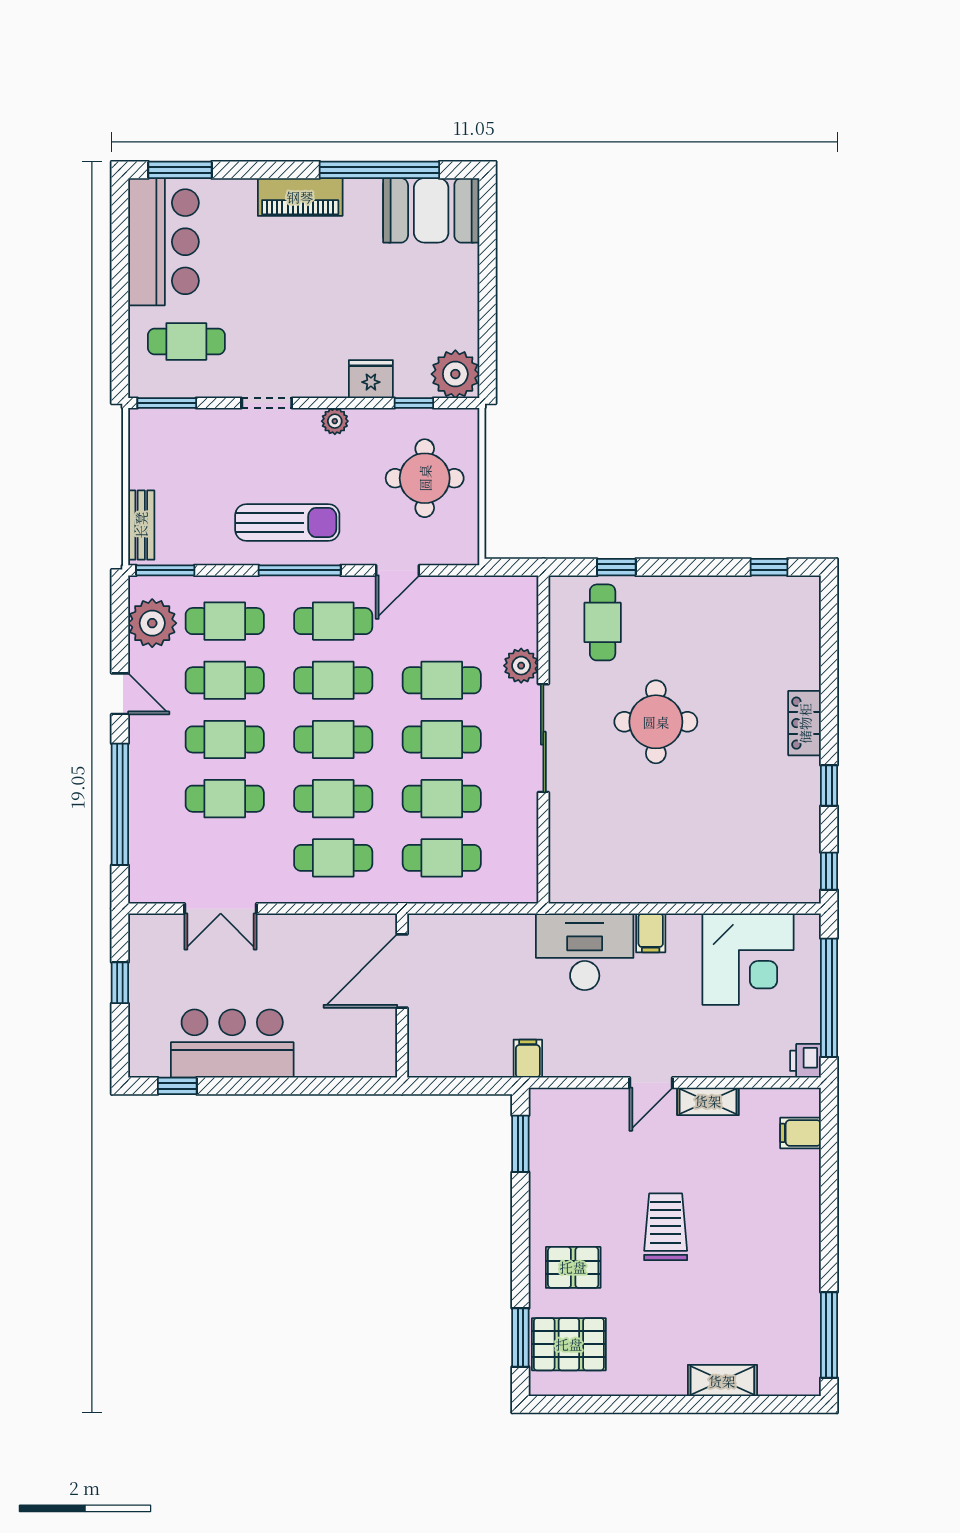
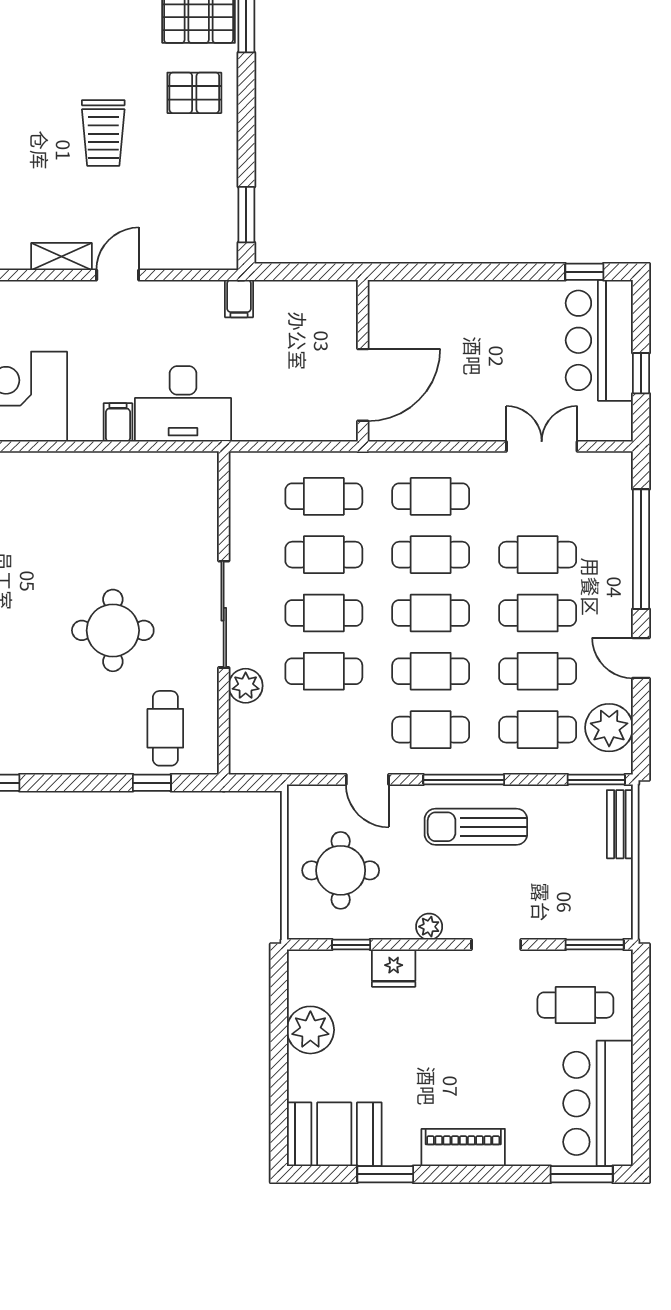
window: (379, 170) -> (385, 1174), width x0.47
plant: (455, 374) -> (310, 1030), moved
door: (398, 570) -> (367, 780), swing flipped
bar counter: (232, 1044) -> (599, 340), moved, turned 90

